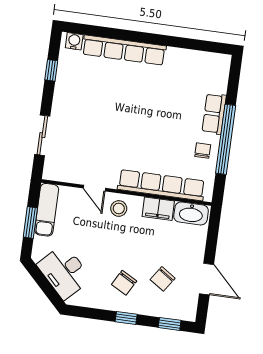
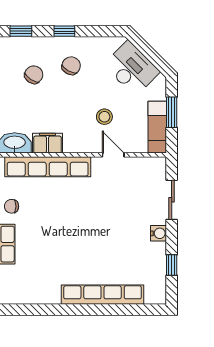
water cooler: (74, 41) -> (158, 233), moved, turned -90
chair: (203, 151) -> (12, 206), turned 90
stool: (119, 208) -> (104, 117), moved

